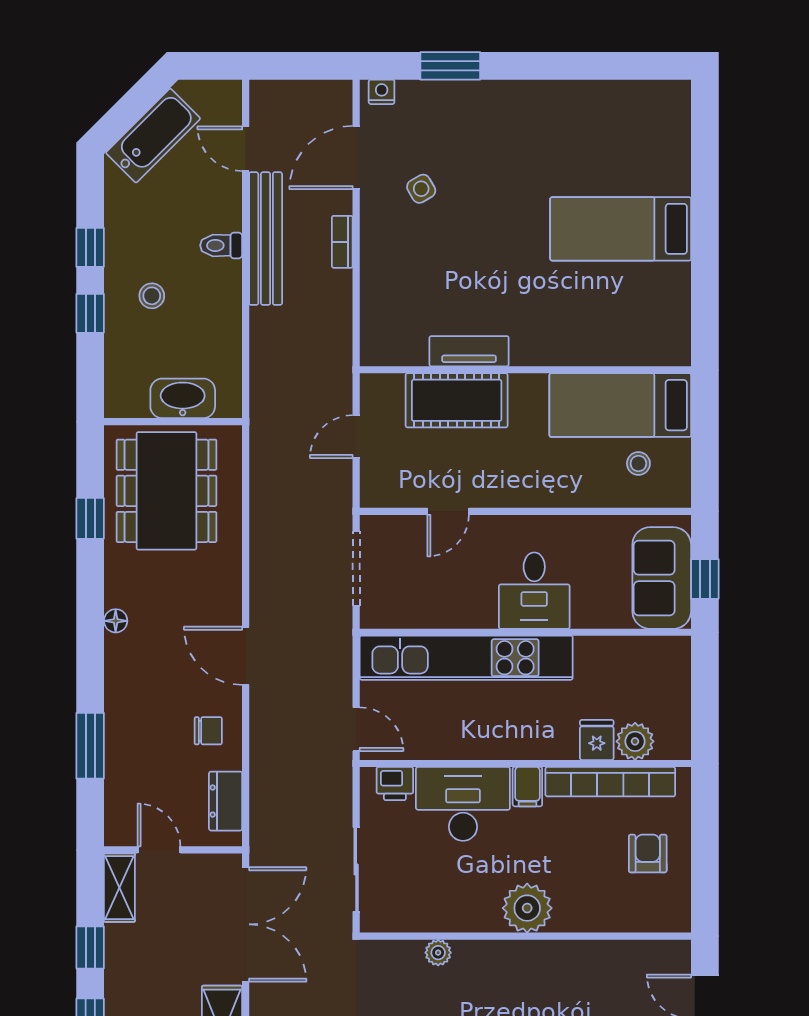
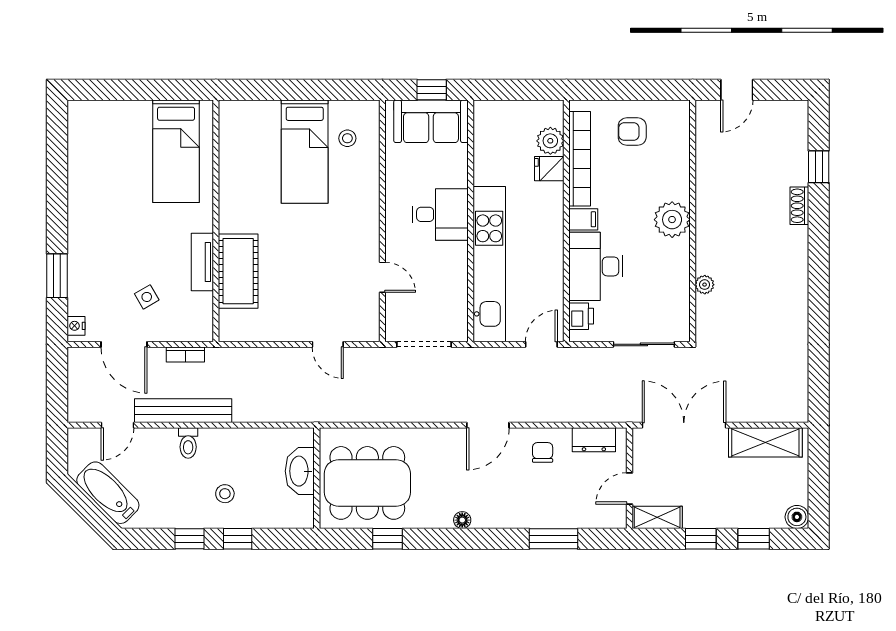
tv unit: (469, 351) -> (202, 262), moved
wall: (525, 370) -> (216, 221), moved
cot: (457, 400) -> (238, 271), moved

